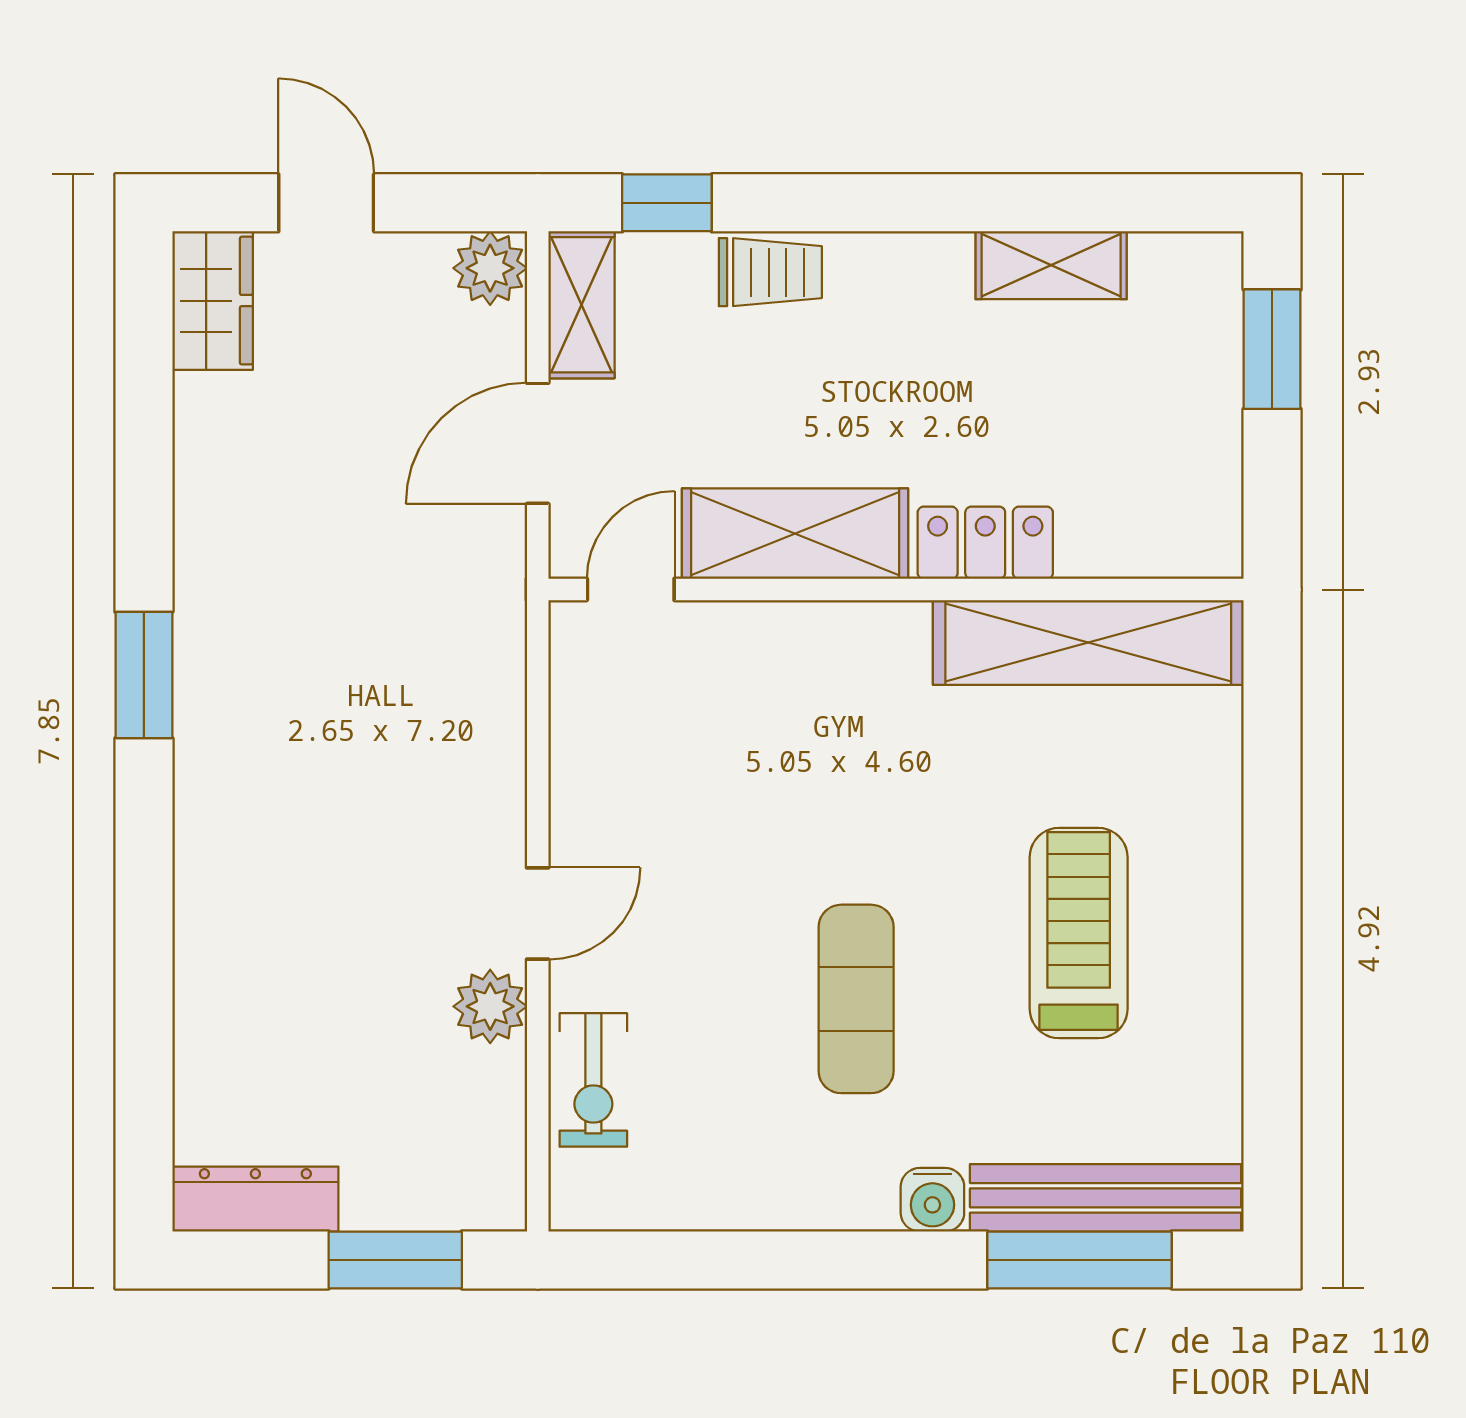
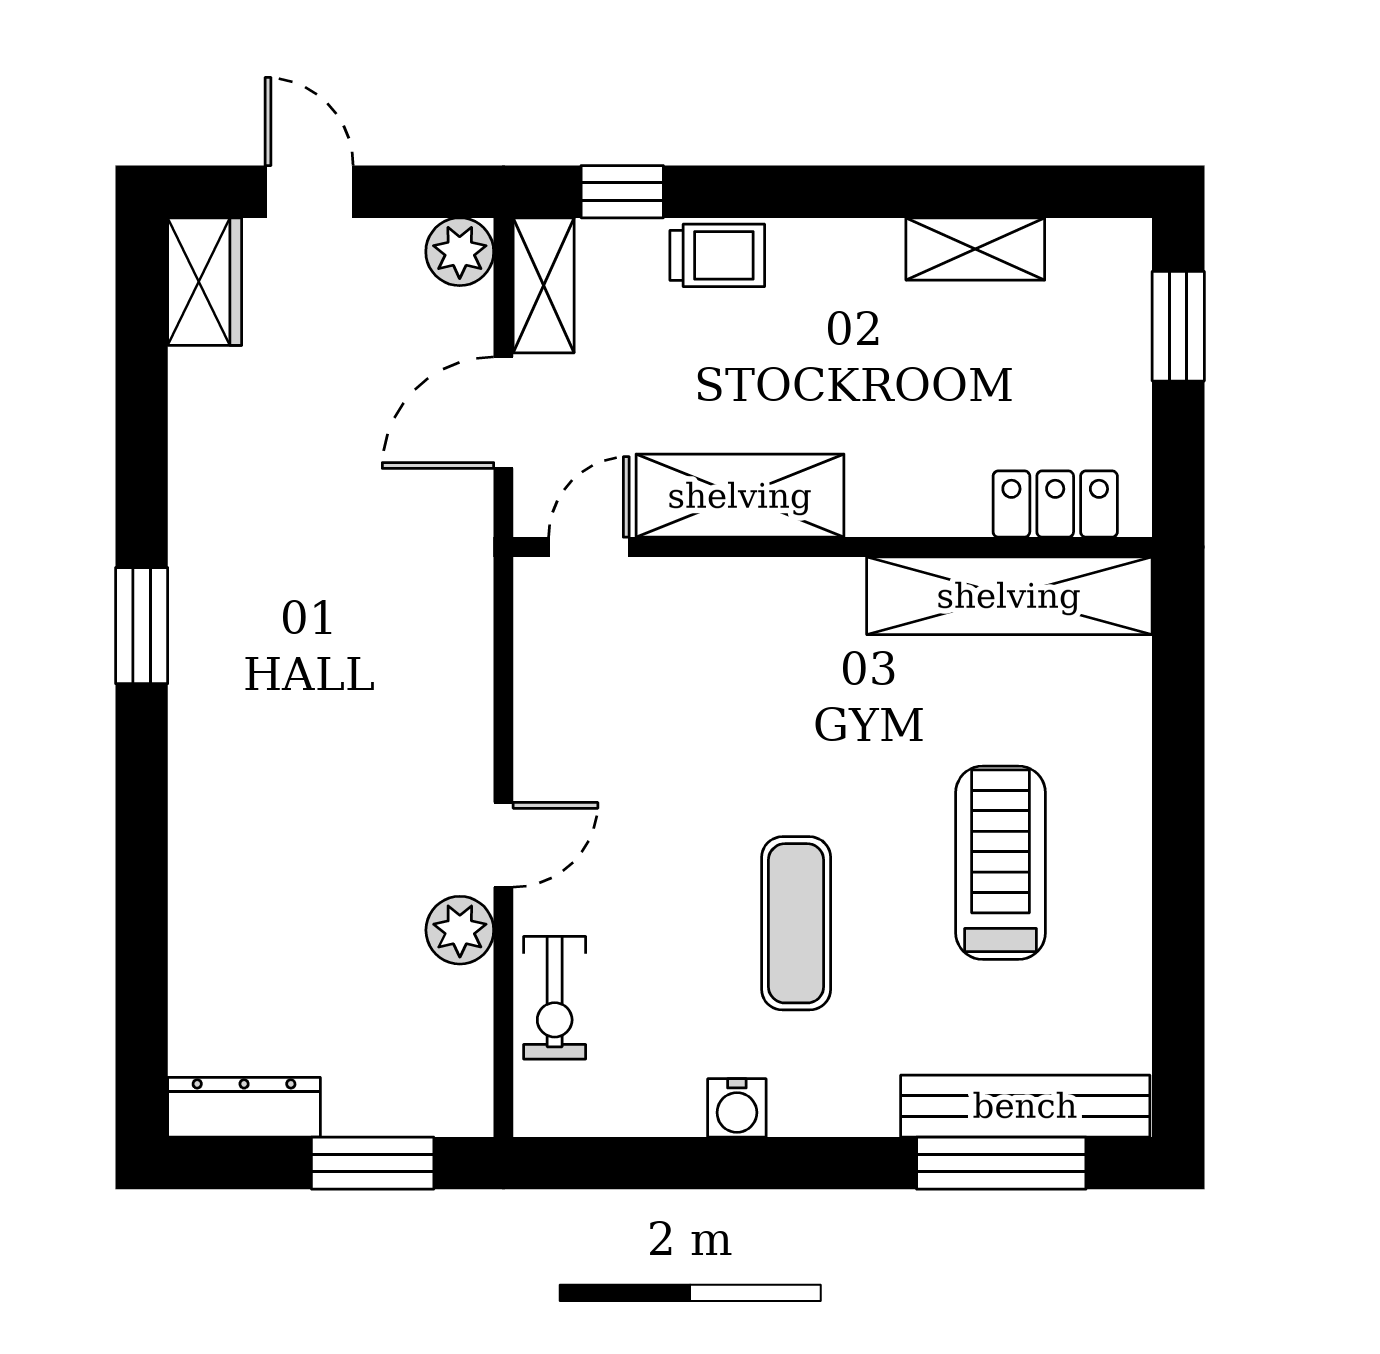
locker: (985, 543) -> (1055, 504), moved
water cooler: (932, 1200) -> (737, 1108), moved

